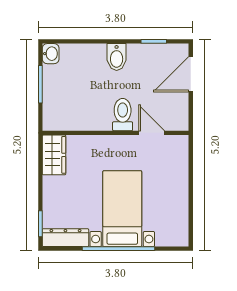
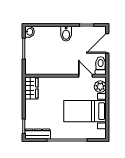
toilet: (123, 115) -> (101, 66), moved
plant: (178, 152) -> (100, 87), added
bed with nightstands: (122, 209) -> (85, 111), moved, turned -90

